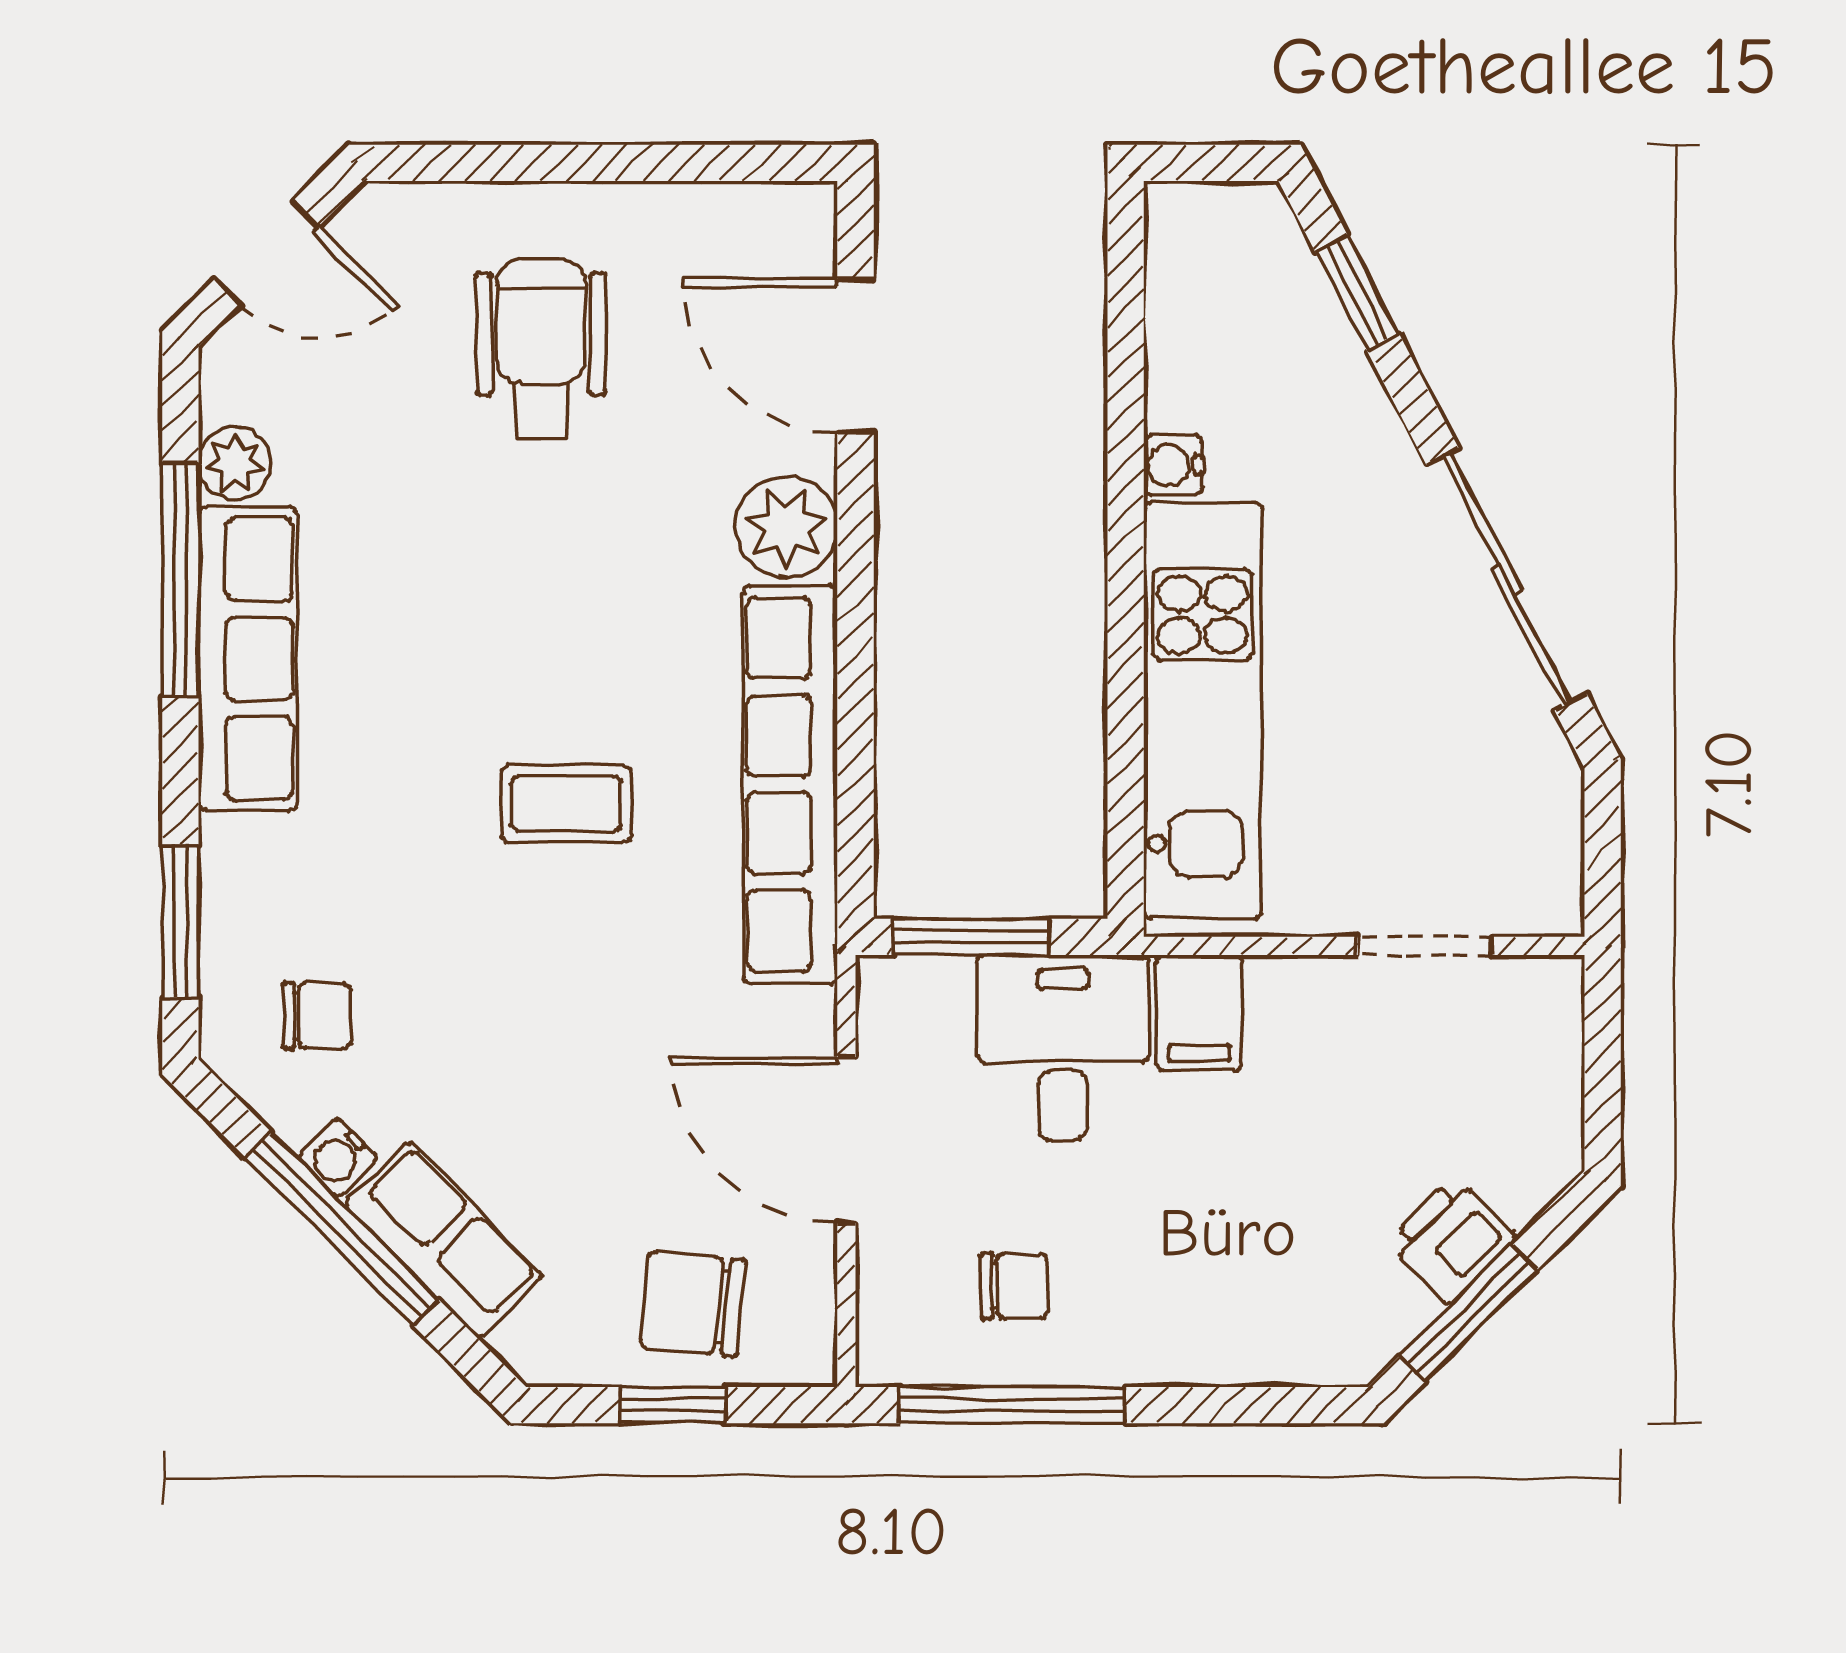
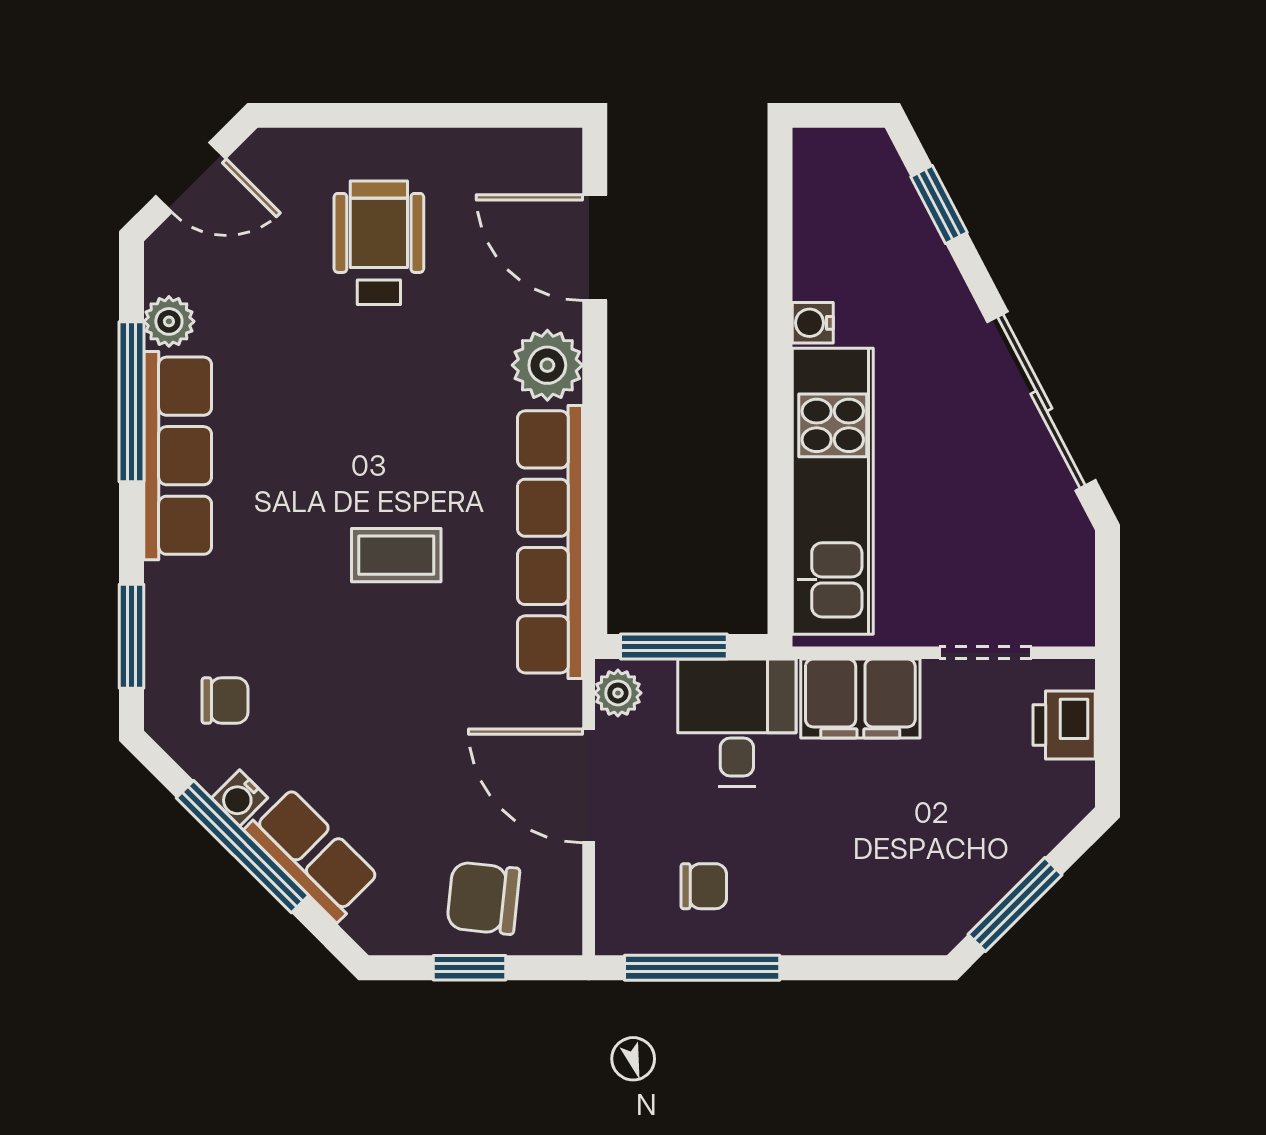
plant: (889, 1005) -> (618, 693), added
filing cabinet: (1199, 1013) -> (860, 699), width x2.00
printer: (1452, 1240) -> (1064, 725), moved, turned -45

